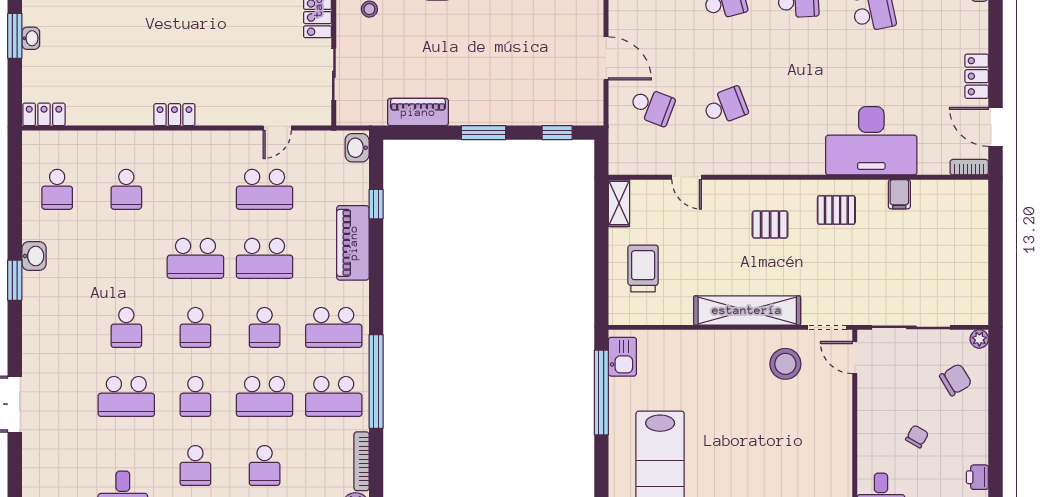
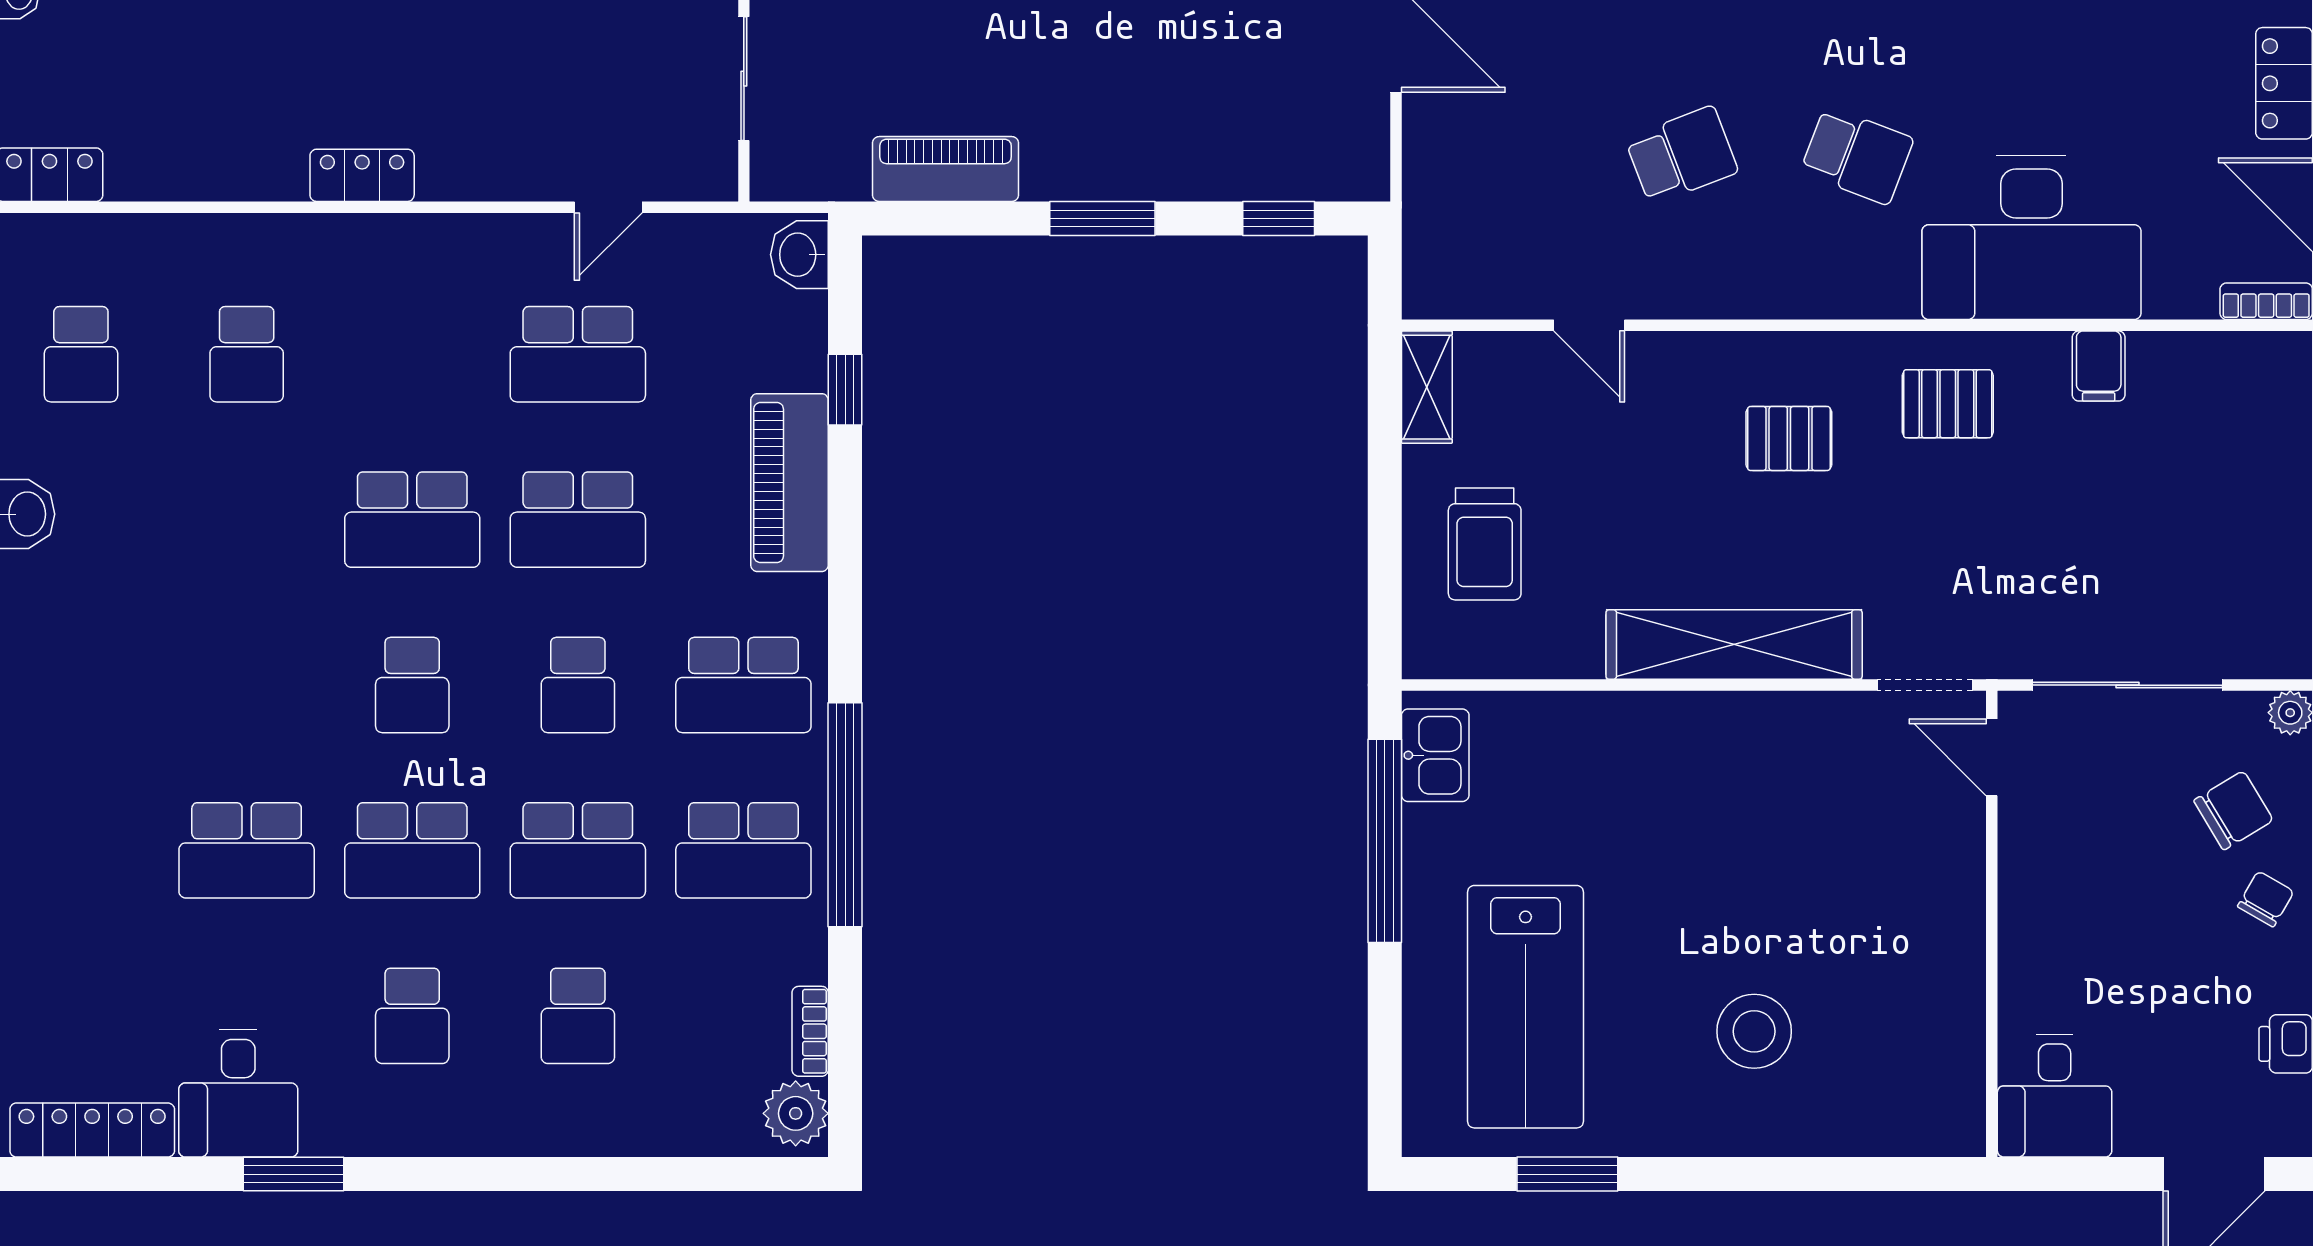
school desk: (652, 106) -> (1857, 155), moved
trolley: (643, 269) -> (1485, 544), turned 180
school desk: (126, 327) -> (247, 685), removed
stool: (785, 364) -> (1754, 1031), moved
school desk: (195, 396) -> (412, 850), width x1.85
chair: (917, 436) -> (2266, 899), moved
bookcase: (362, 461) -> (810, 1031), width x0.64

